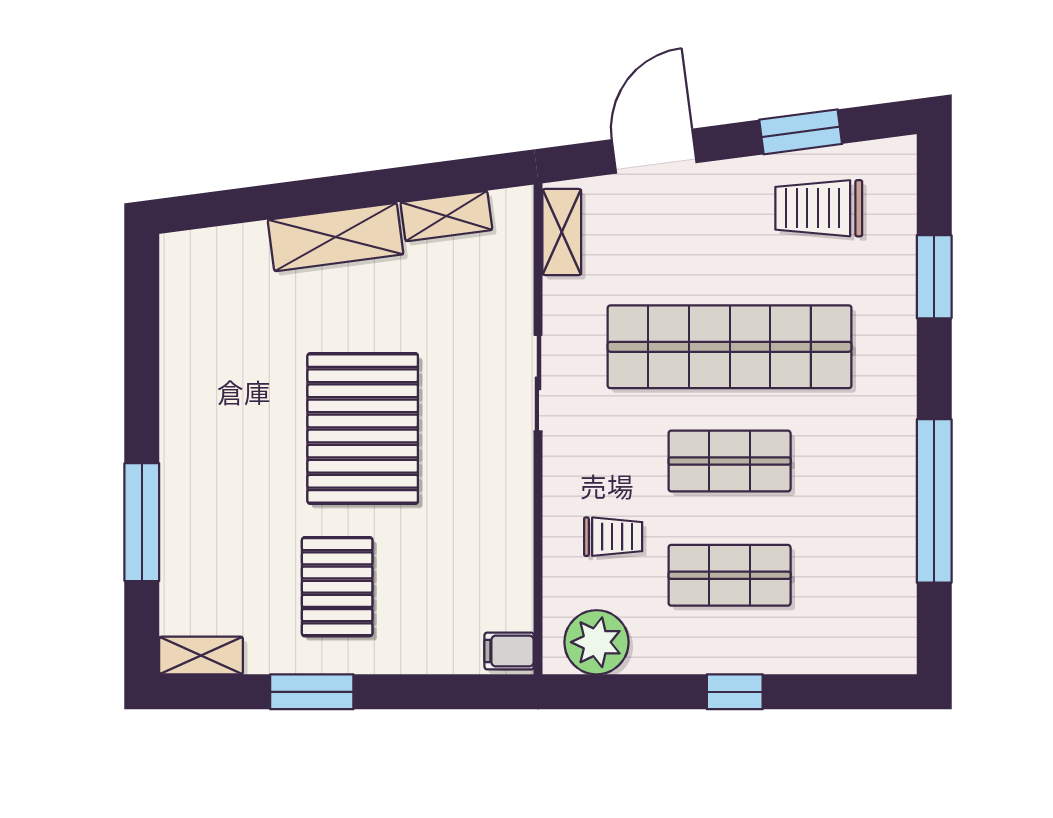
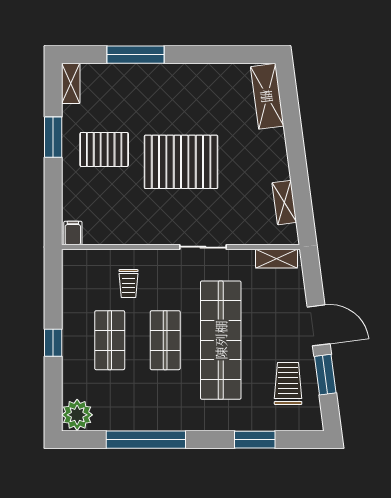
door: (654, 151) -> (319, 325), moved
shelving: (336, 237) -> (267, 96), moved
plant: (596, 642) -> (77, 415), moved

